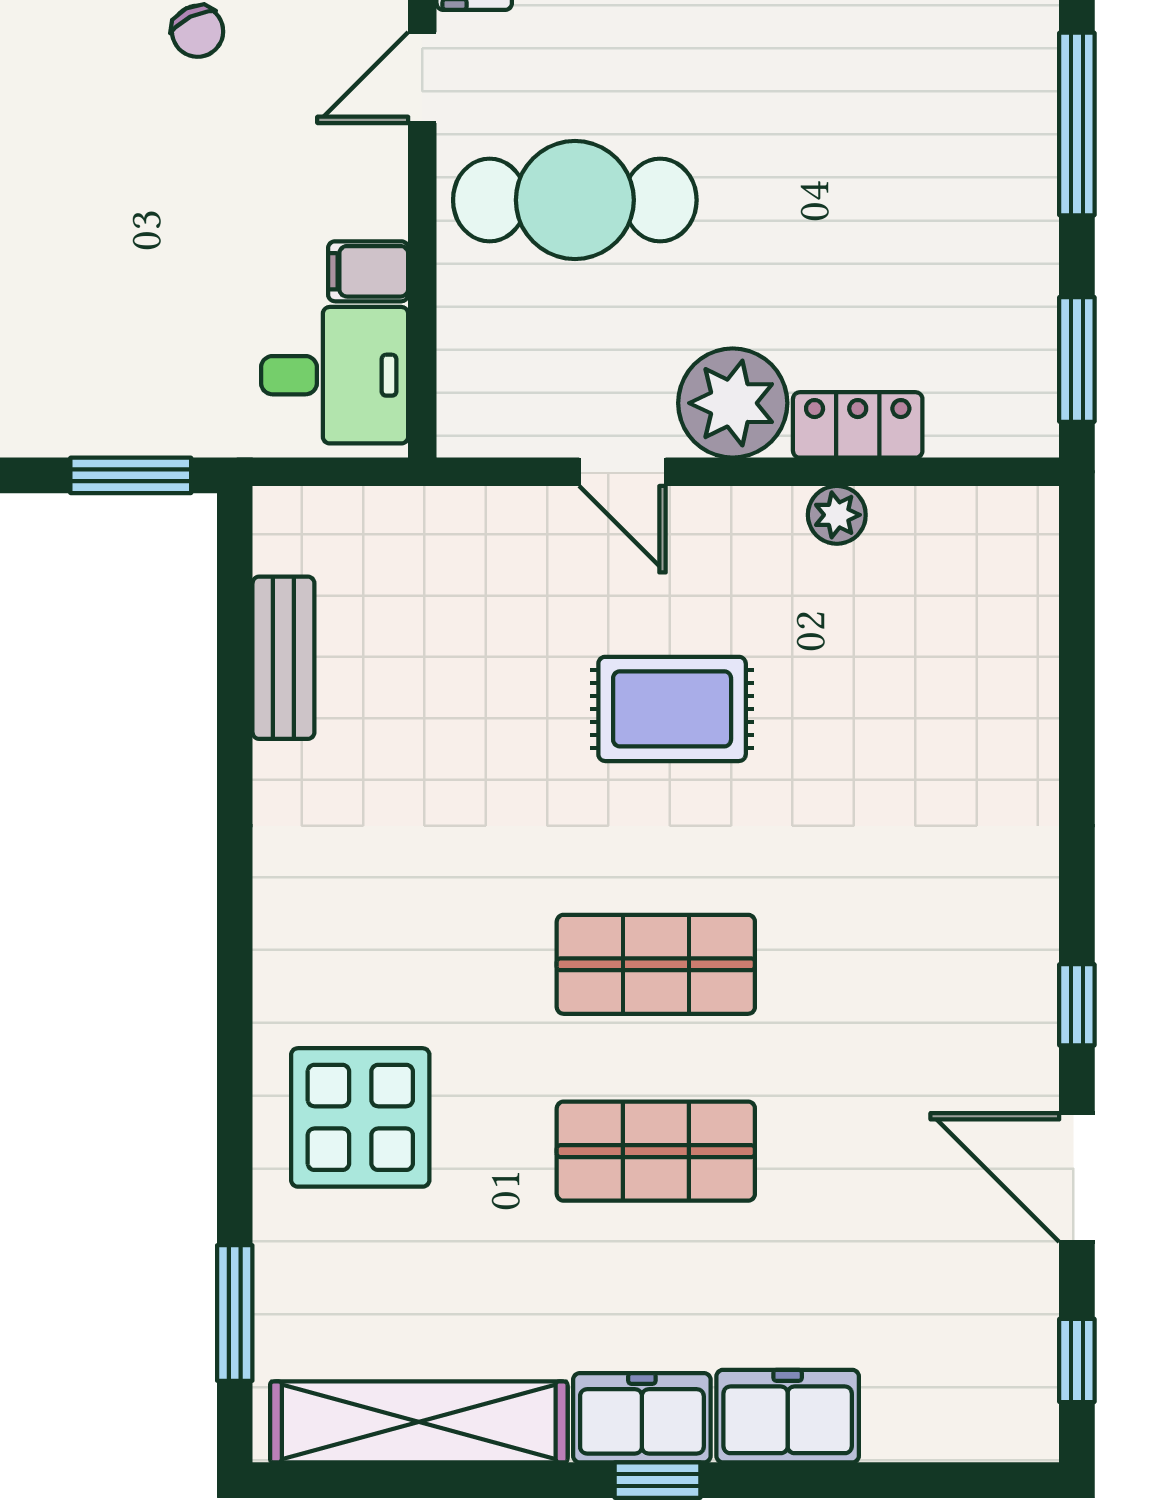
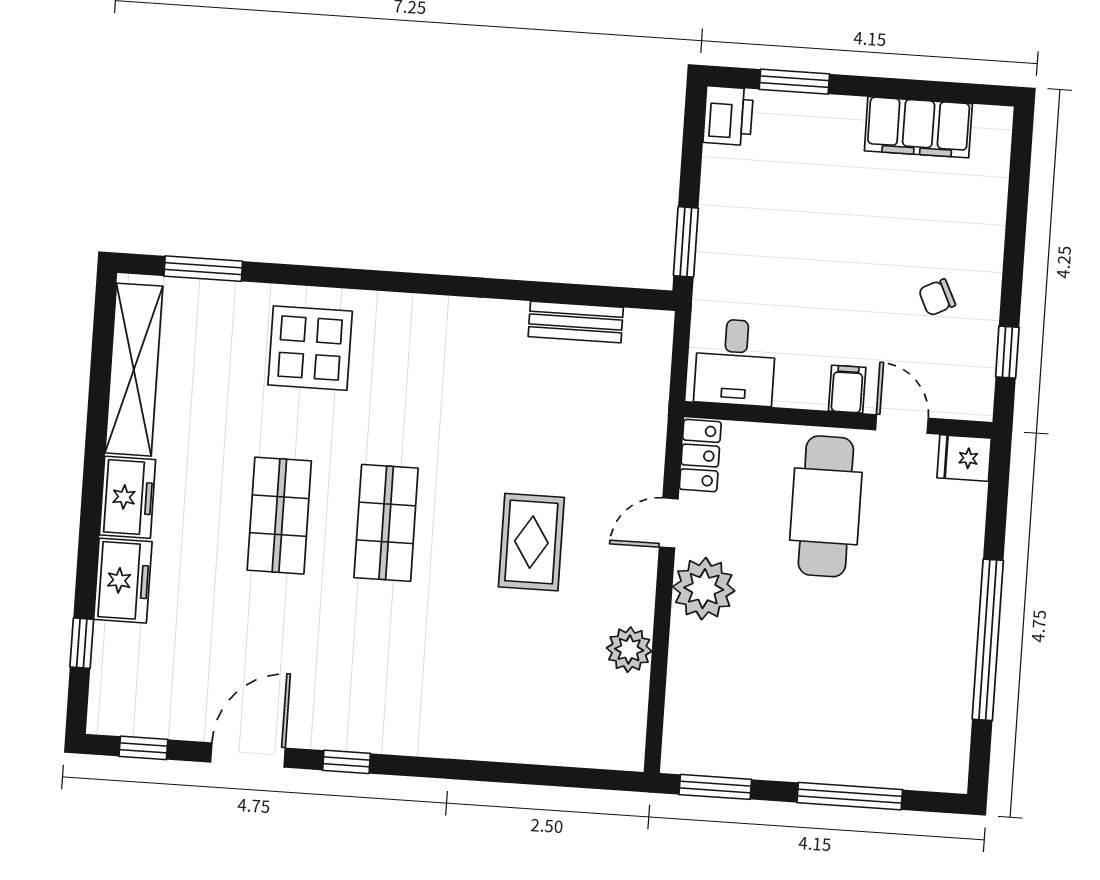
filing cabinet: (368, 271) -> (847, 389), moved
locker: (858, 425) -> (700, 456), moved
plant: (837, 515) -> (629, 650), width x1.38, depth x1.38
window: (657, 1480) -> (82, 643), moved

